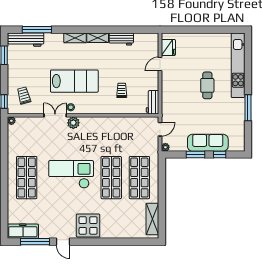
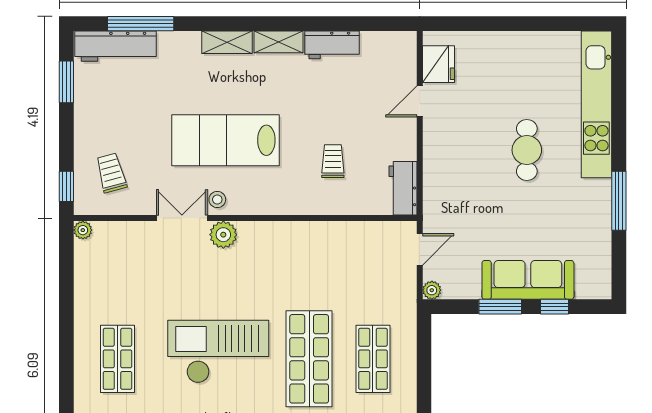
lab bench: (74, 81) -> (226, 140), turned 180
shop shelf: (27, 178) -> (118, 359), width x0.70, depth x0.74
shop shelf: (139, 178) -> (373, 359), width x0.70, depth x0.74

